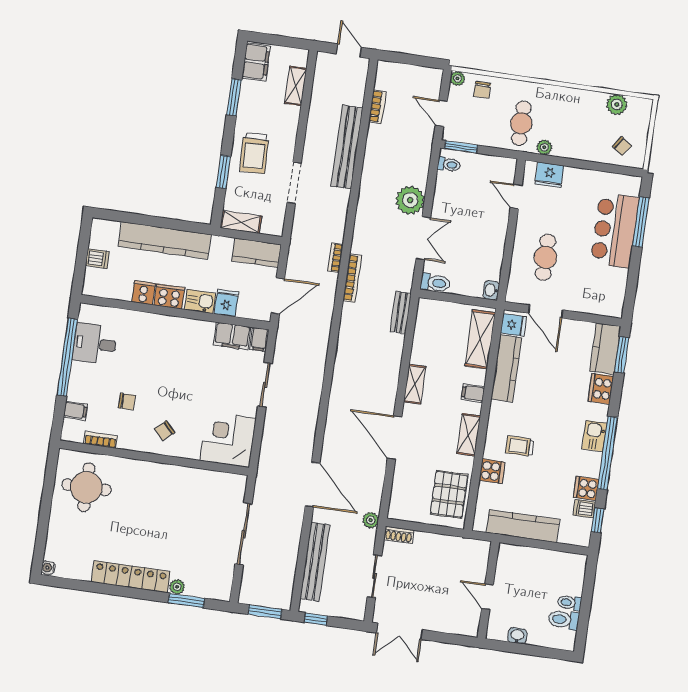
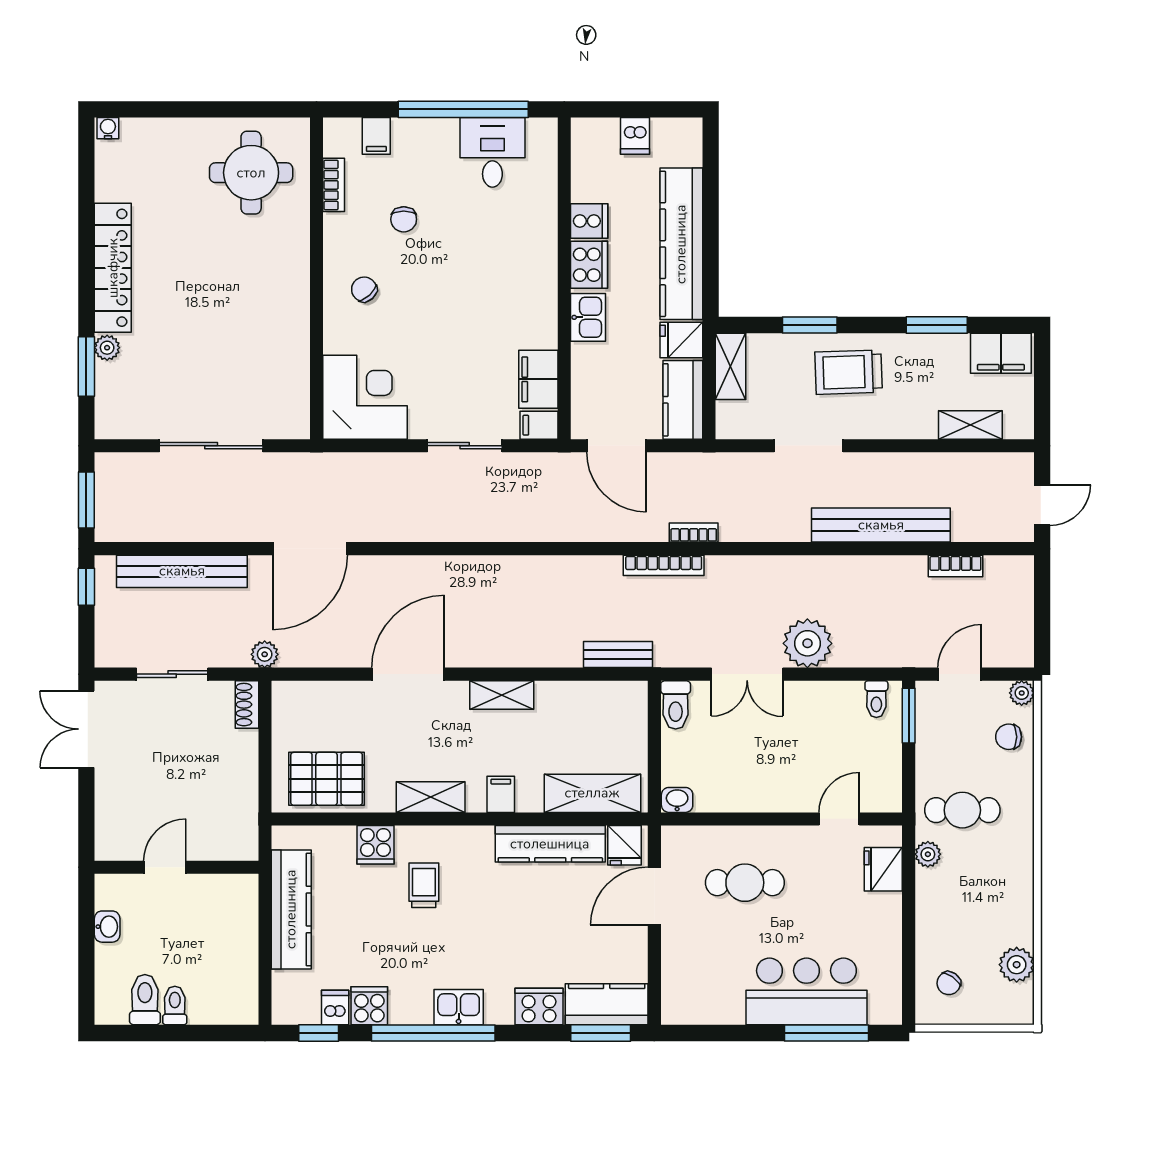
fridge: (226, 303) -> (681, 340), moved, turned 180

